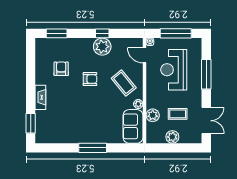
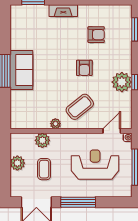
window: (206, 74) -> (78, 202), moved
sofa: (133, 126) -> (21, 70), moved, turned 90

